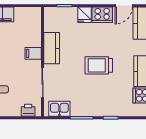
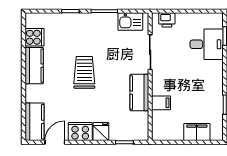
filing cabinet: (33, 53) -> (161, 103), moved
trolley: (99, 65) -> (84, 72), turned -90

